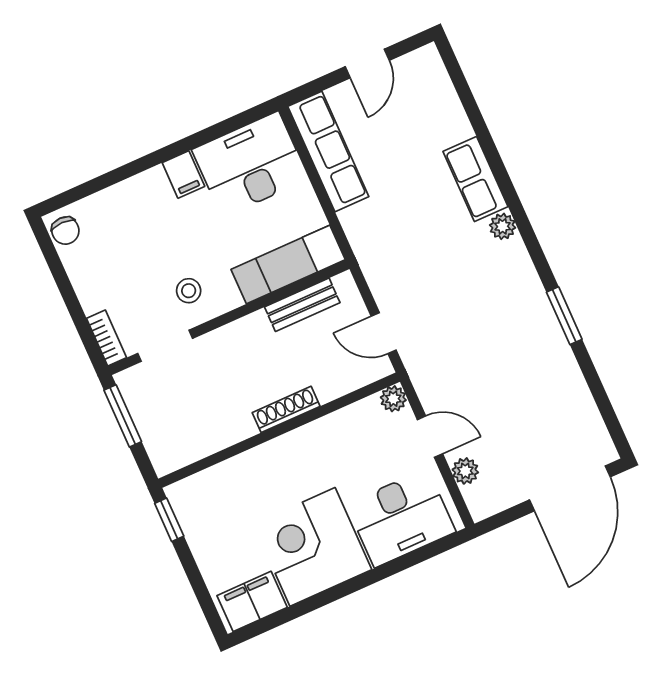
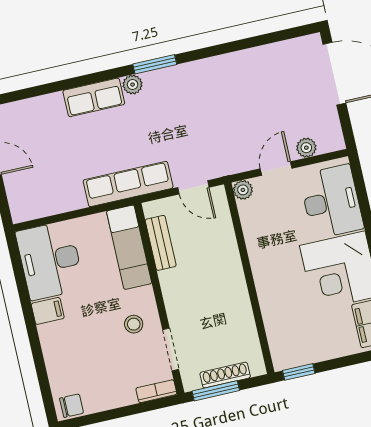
row of seats: (328, 151) -> (128, 184), moved
window: (564, 316) -> (155, 64), moved
door: (384, 333) -> (193, 187), hinge flipped
shoe rack: (286, 409) -> (225, 375), moved, turned 90

